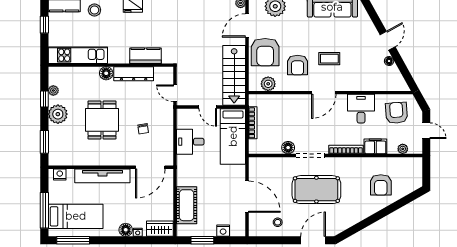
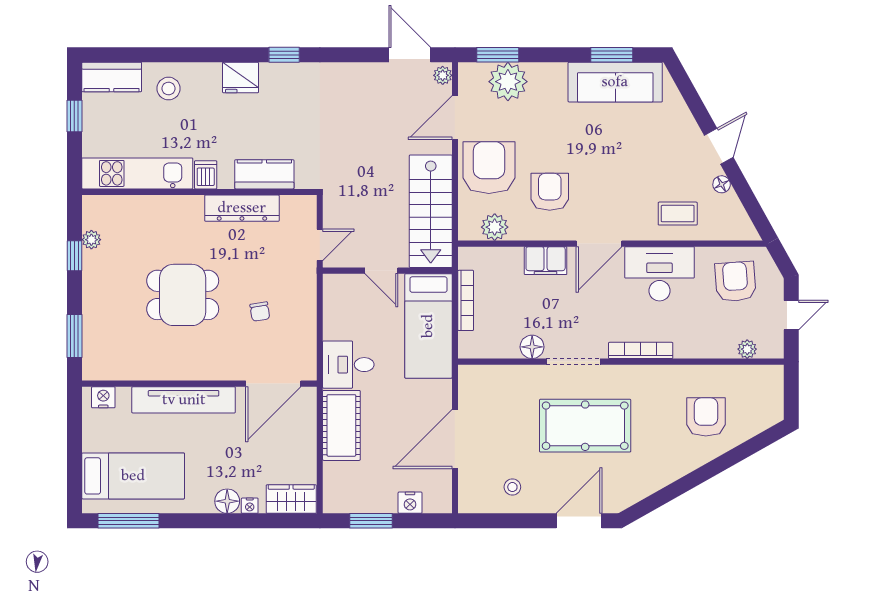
armchair: (265, 52) -> (489, 168), turned 180
dishwasher: (114, 56) -> (206, 175), added
coffee table: (329, 59) -> (678, 214), moved
armchair: (298, 65) -> (550, 192), turned 180
floor lamp: (106, 73) -> (190, 207), removed
door: (175, 93) -> (320, 245), swing flipped
desk: (361, 109) -> (660, 274), width x1.37
plant: (58, 114) -> (100, 284), removed
dining table: (102, 120) -> (183, 295), turned 90
door: (426, 131) -> (791, 315), hinge flipped
desk: (190, 142) -> (348, 365), moved
filing cabinet: (375, 146) -> (546, 261), moved, turned 180
armchair: (381, 185) -> (706, 417), turned 180
door: (247, 197) -> (455, 439), swing flipped
cot: (187, 205) -> (341, 425), moved
window: (44, 210) -> (74, 465), removed

